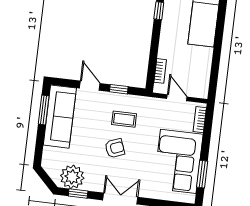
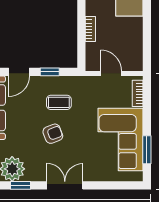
bookcase: (160, 71) -> (90, 29), moved
door: (90, 86) -> (19, 72), swing flipped

